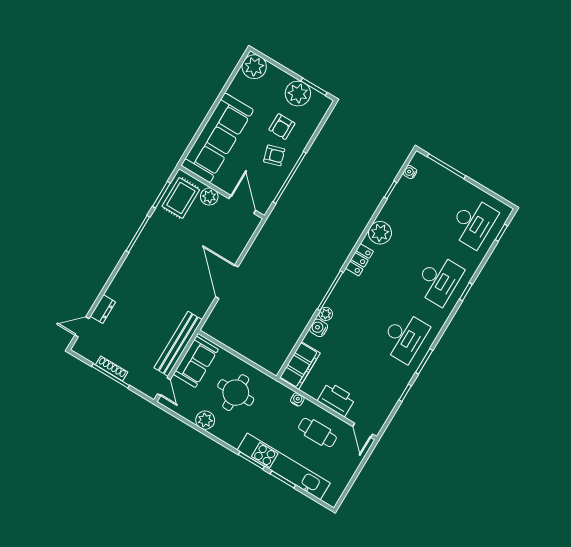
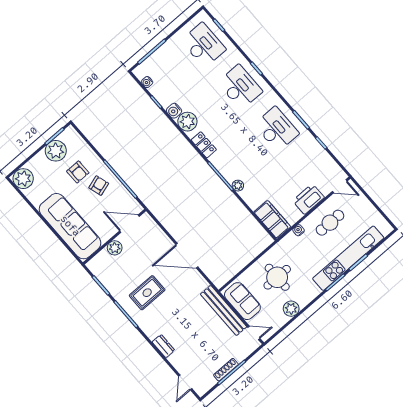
rug: (181, 198) -> (147, 293), moved, turned 90
dresser: (103, 309) -> (163, 346), moved
water cooler: (319, 328) -> (174, 111), moved

